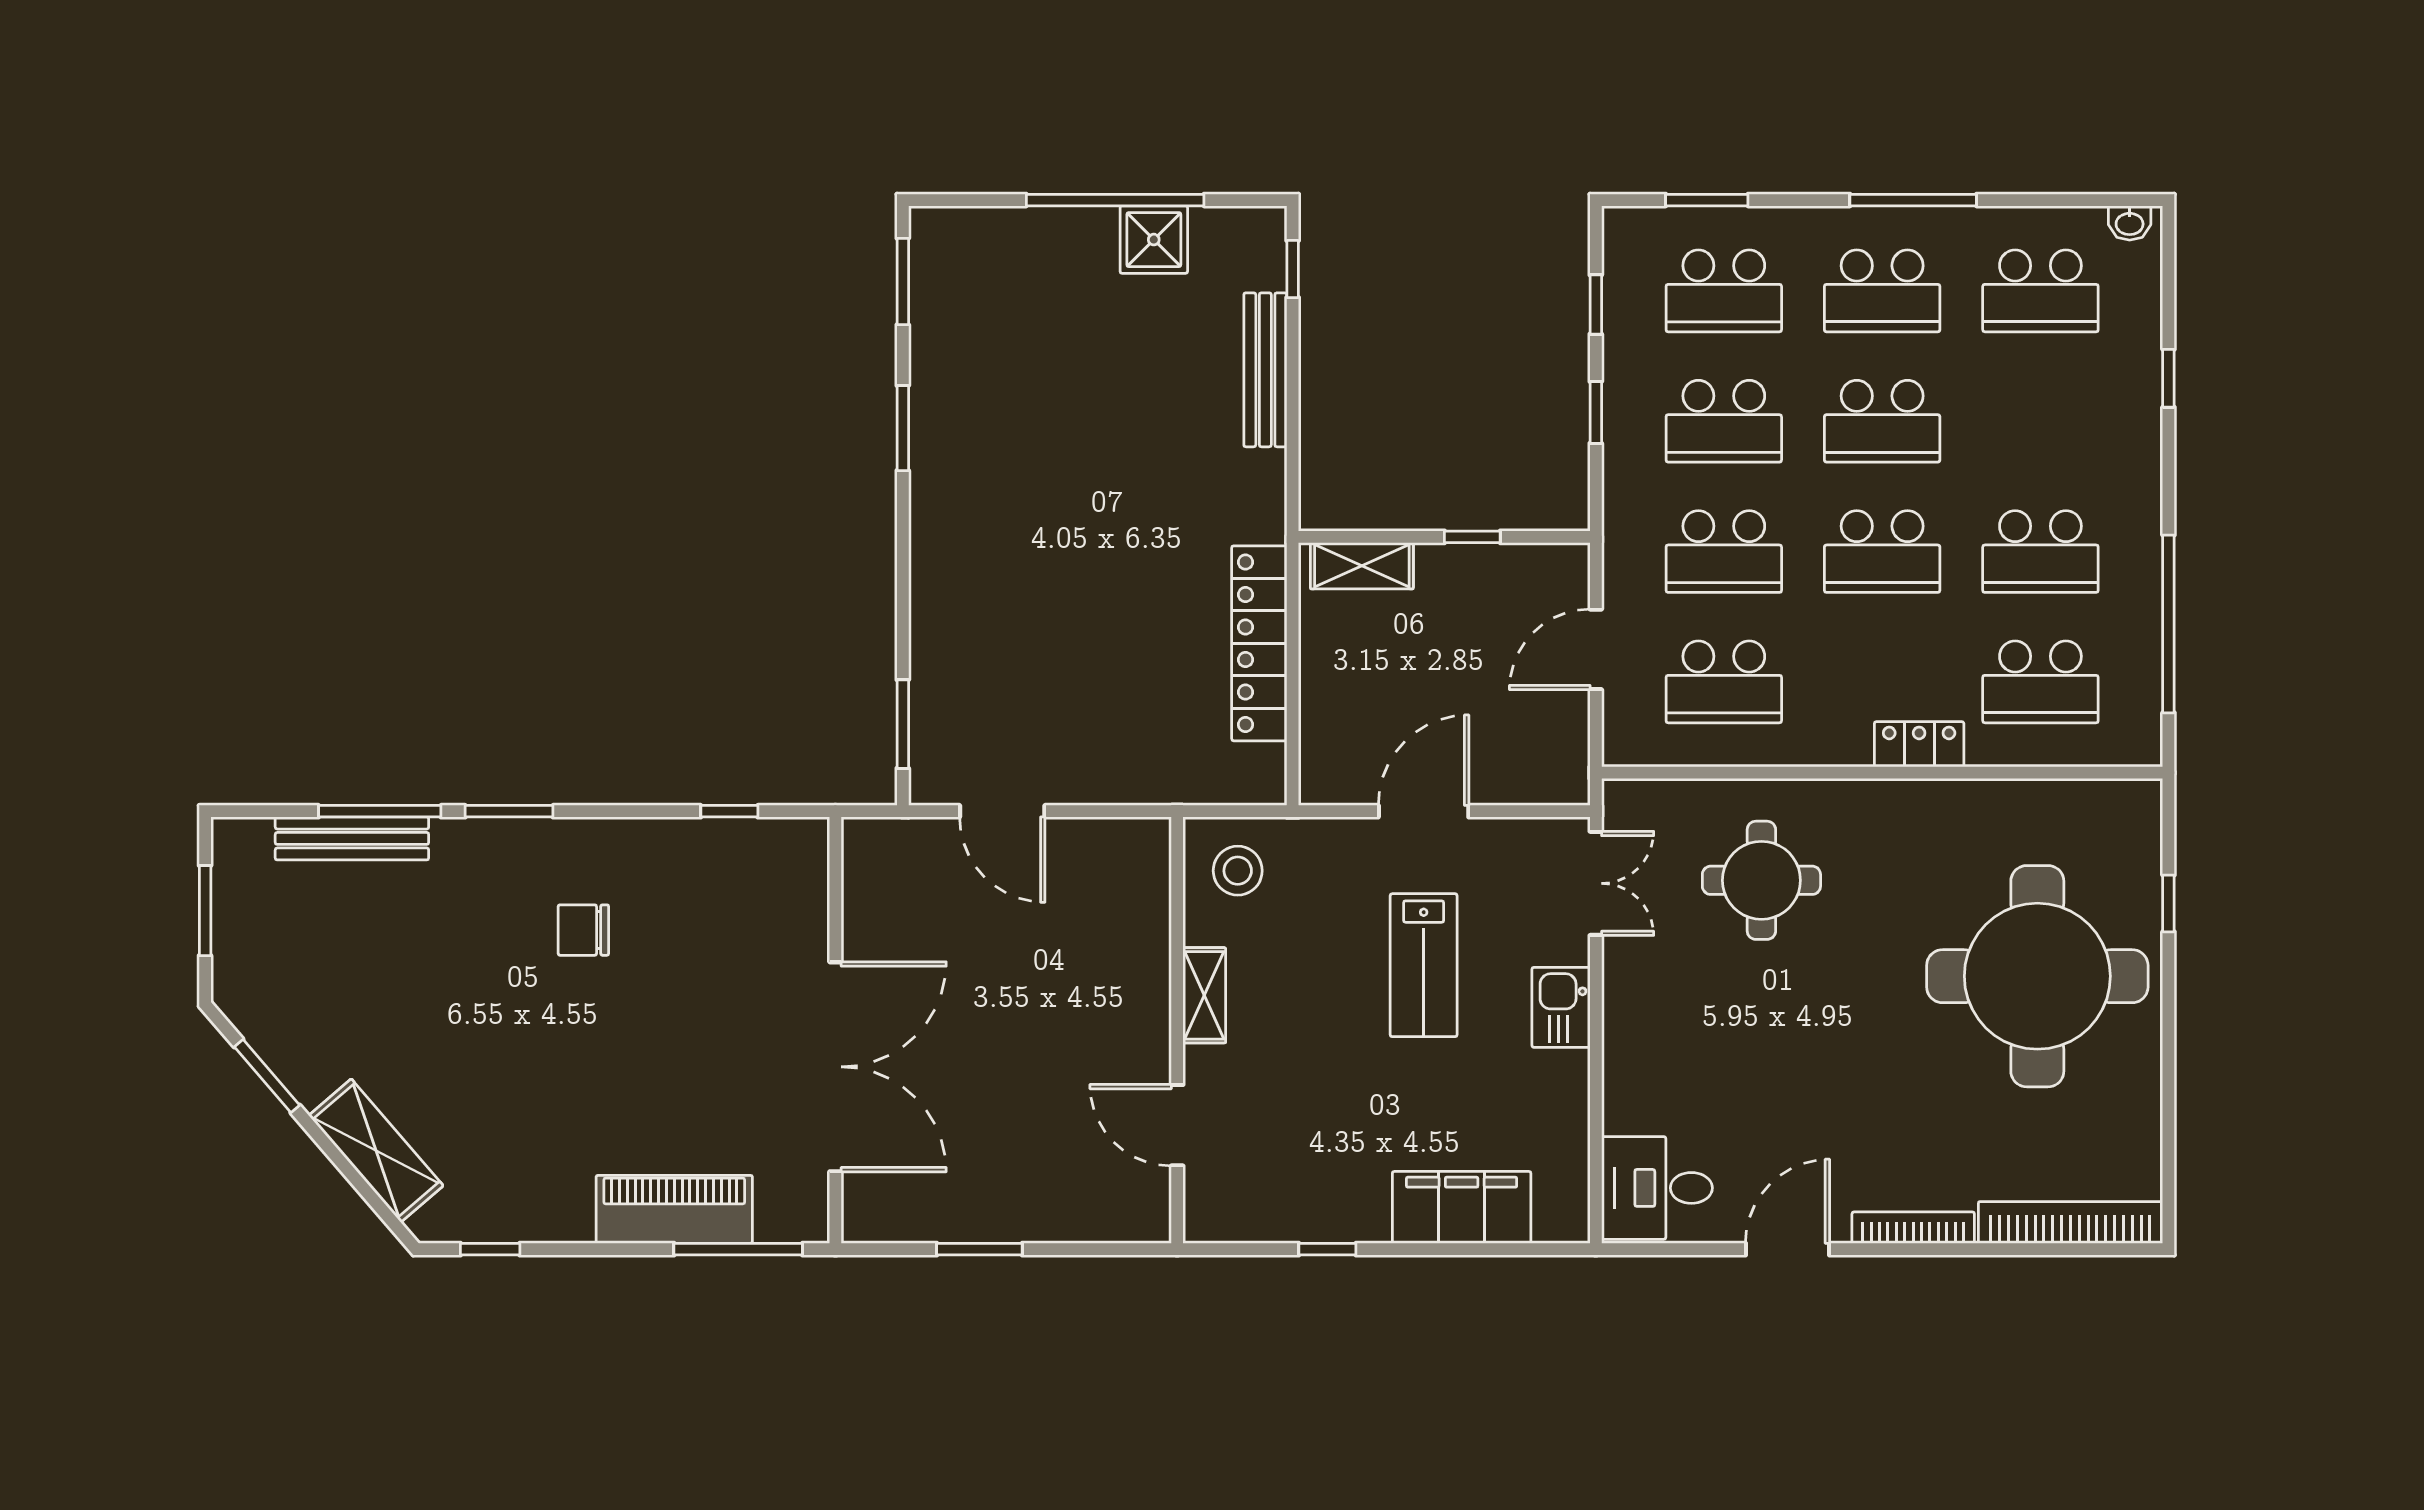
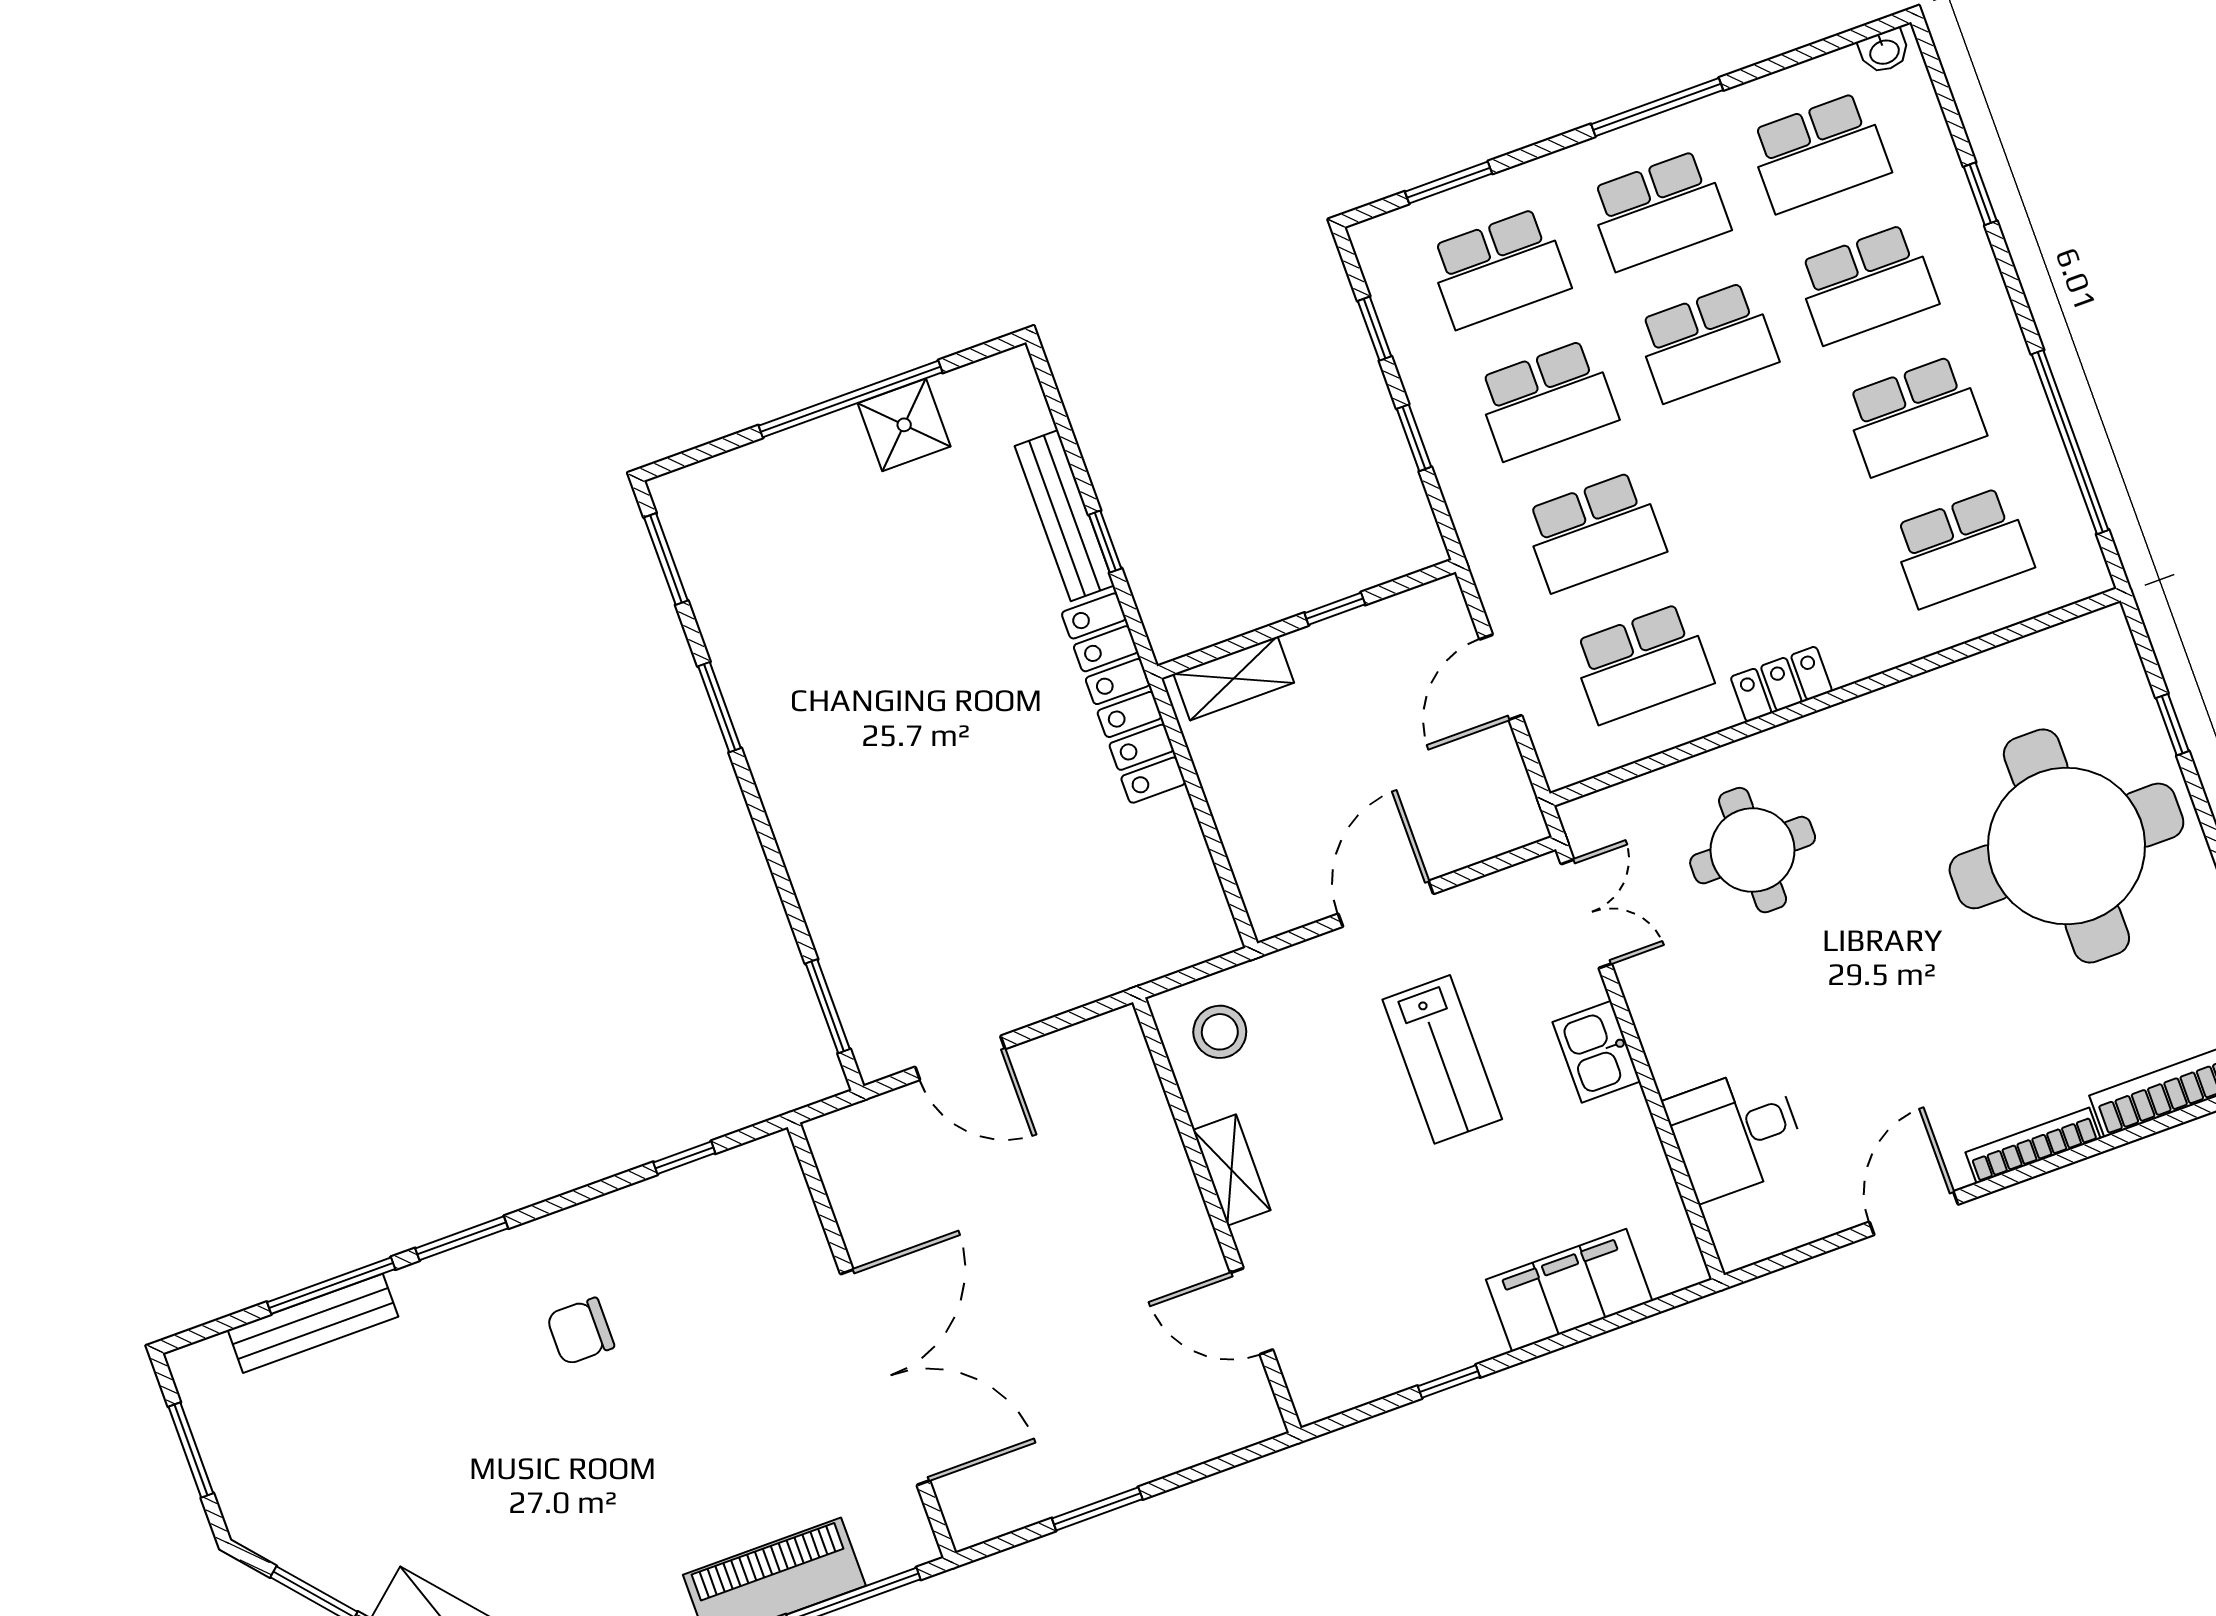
window: (1293, 269) -> (1105, 542), moved
school desk: (1882, 552) -> (1867, 284), moved
locker: (1259, 643) -> (1124, 698), moved
locker: (1919, 744) -> (1781, 684), moved
desk: (1657, 1188) -> (1736, 1133), moved

